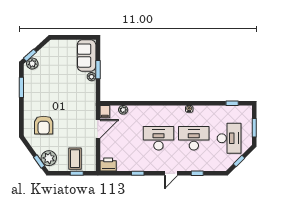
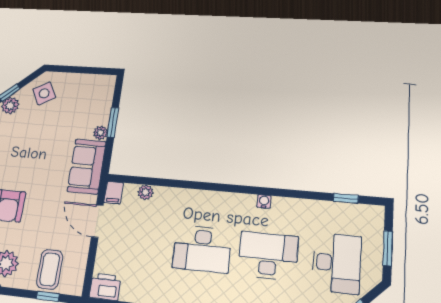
side table: (52, 54) -> (44, 93), added
sofa: (87, 56) -> (87, 166), moved
door: (98, 129) -> (97, 221), swing flipped
desk: (158, 138) -> (202, 249), turned 180

